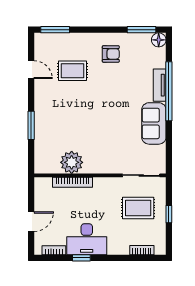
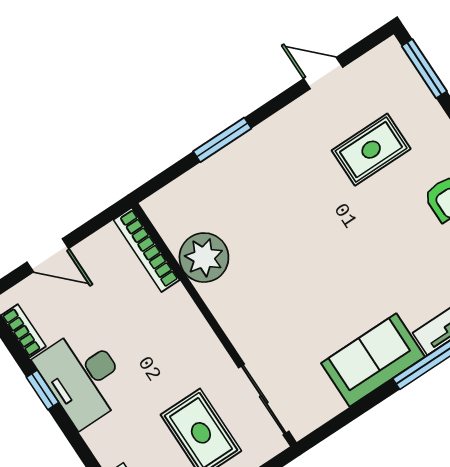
door: (31, 70) -> (323, 73), swing flipped
rug: (73, 71) -> (371, 150), turned 90
bookcase: (72, 182) -> (147, 250), moved

